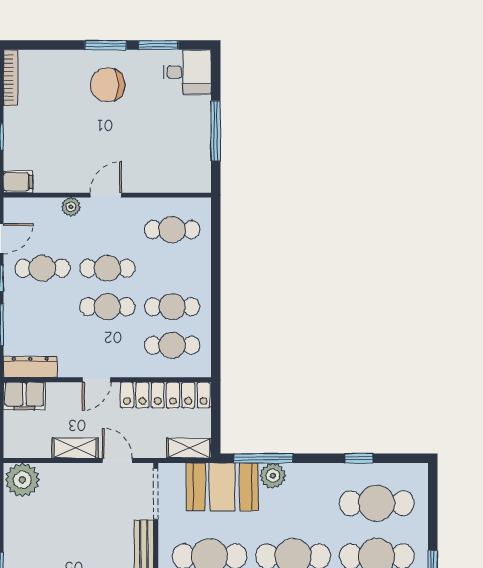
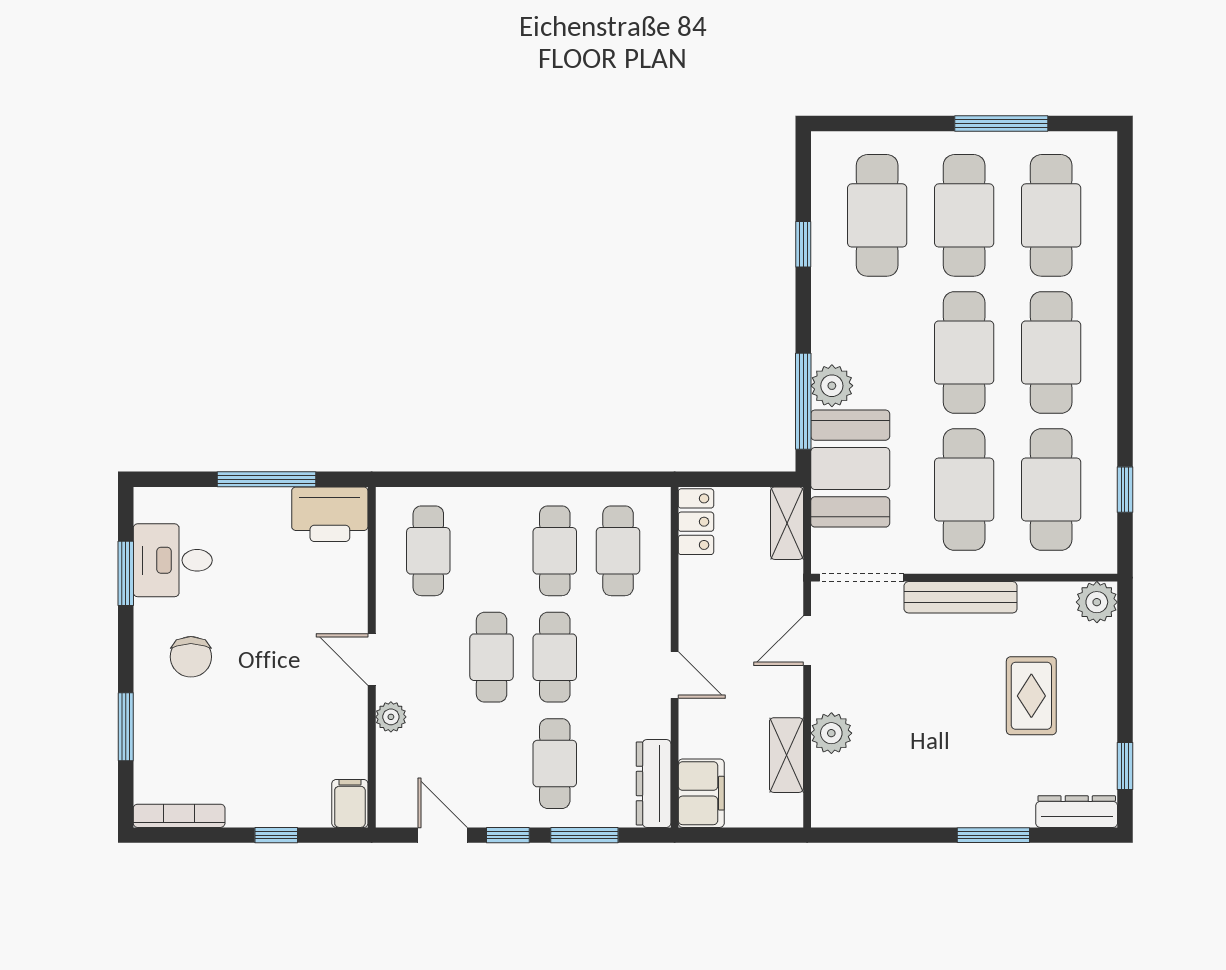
window: (106, 45) -> (126, 727), moved
desk: (187, 72) -> (173, 560), moved, turned -90
chair: (108, 85) -> (191, 657), width x0.73, depth x0.73
printer: (194, 170) -> (330, 514), added
cafe table: (42, 268) -> (555, 764), moved
locker: (165, 395) -> (696, 522), width x0.46, depth x0.83
shelving: (75, 448) -> (786, 755), moved
plant: (22, 480) -> (831, 733), moved, width x0.73, depth x0.73

